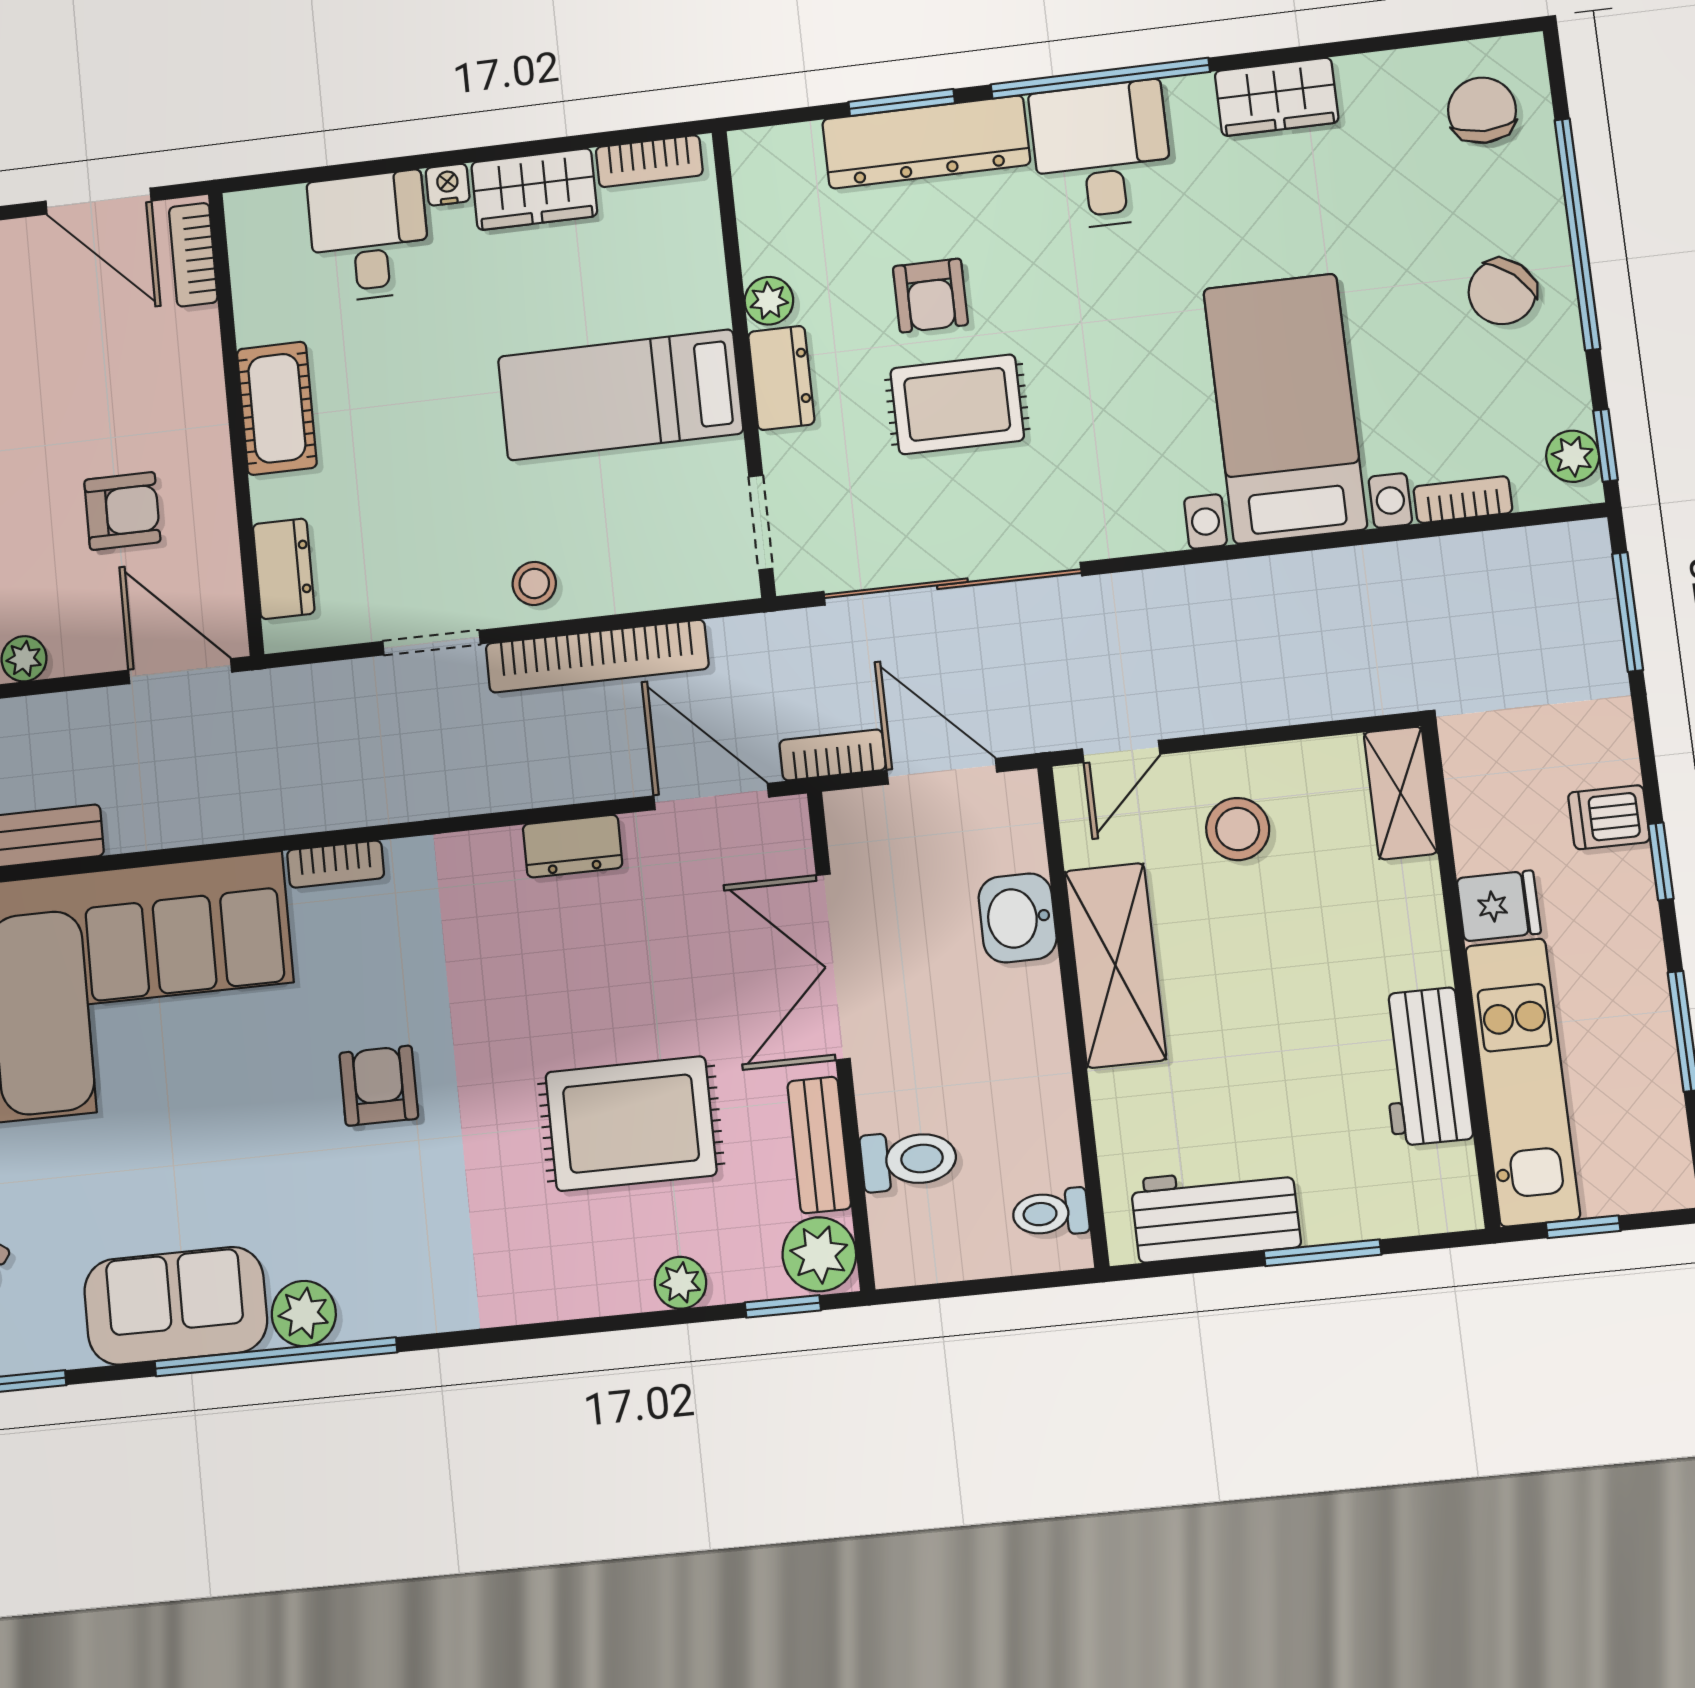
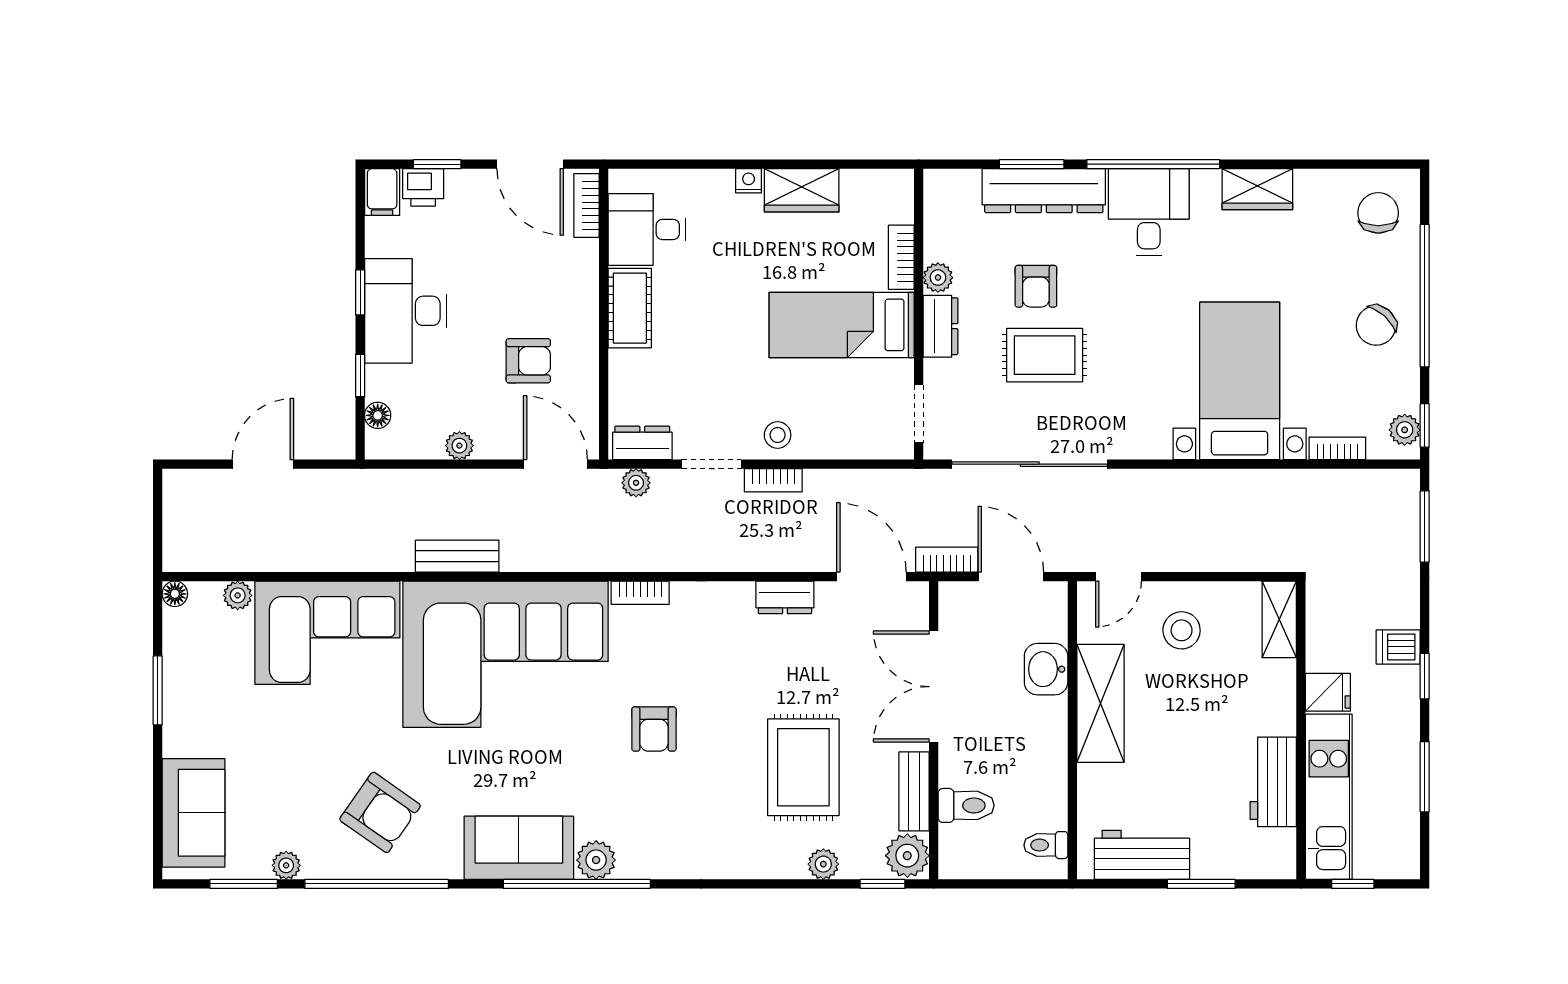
bookcase: (649, 161) -> (901, 257), moved, turned 90
desk: (369, 236) -> (647, 229), moved, turned -90
dresser: (284, 569) -> (642, 443), moved, turned -90
bookcase: (597, 656) -> (773, 480), width x0.43, depth x0.76
plant: (312, 687) -> (636, 483), added
armchair: (379, 1086) -> (654, 729), turned 180
rug: (631, 1124) -> (803, 767), turned 90

